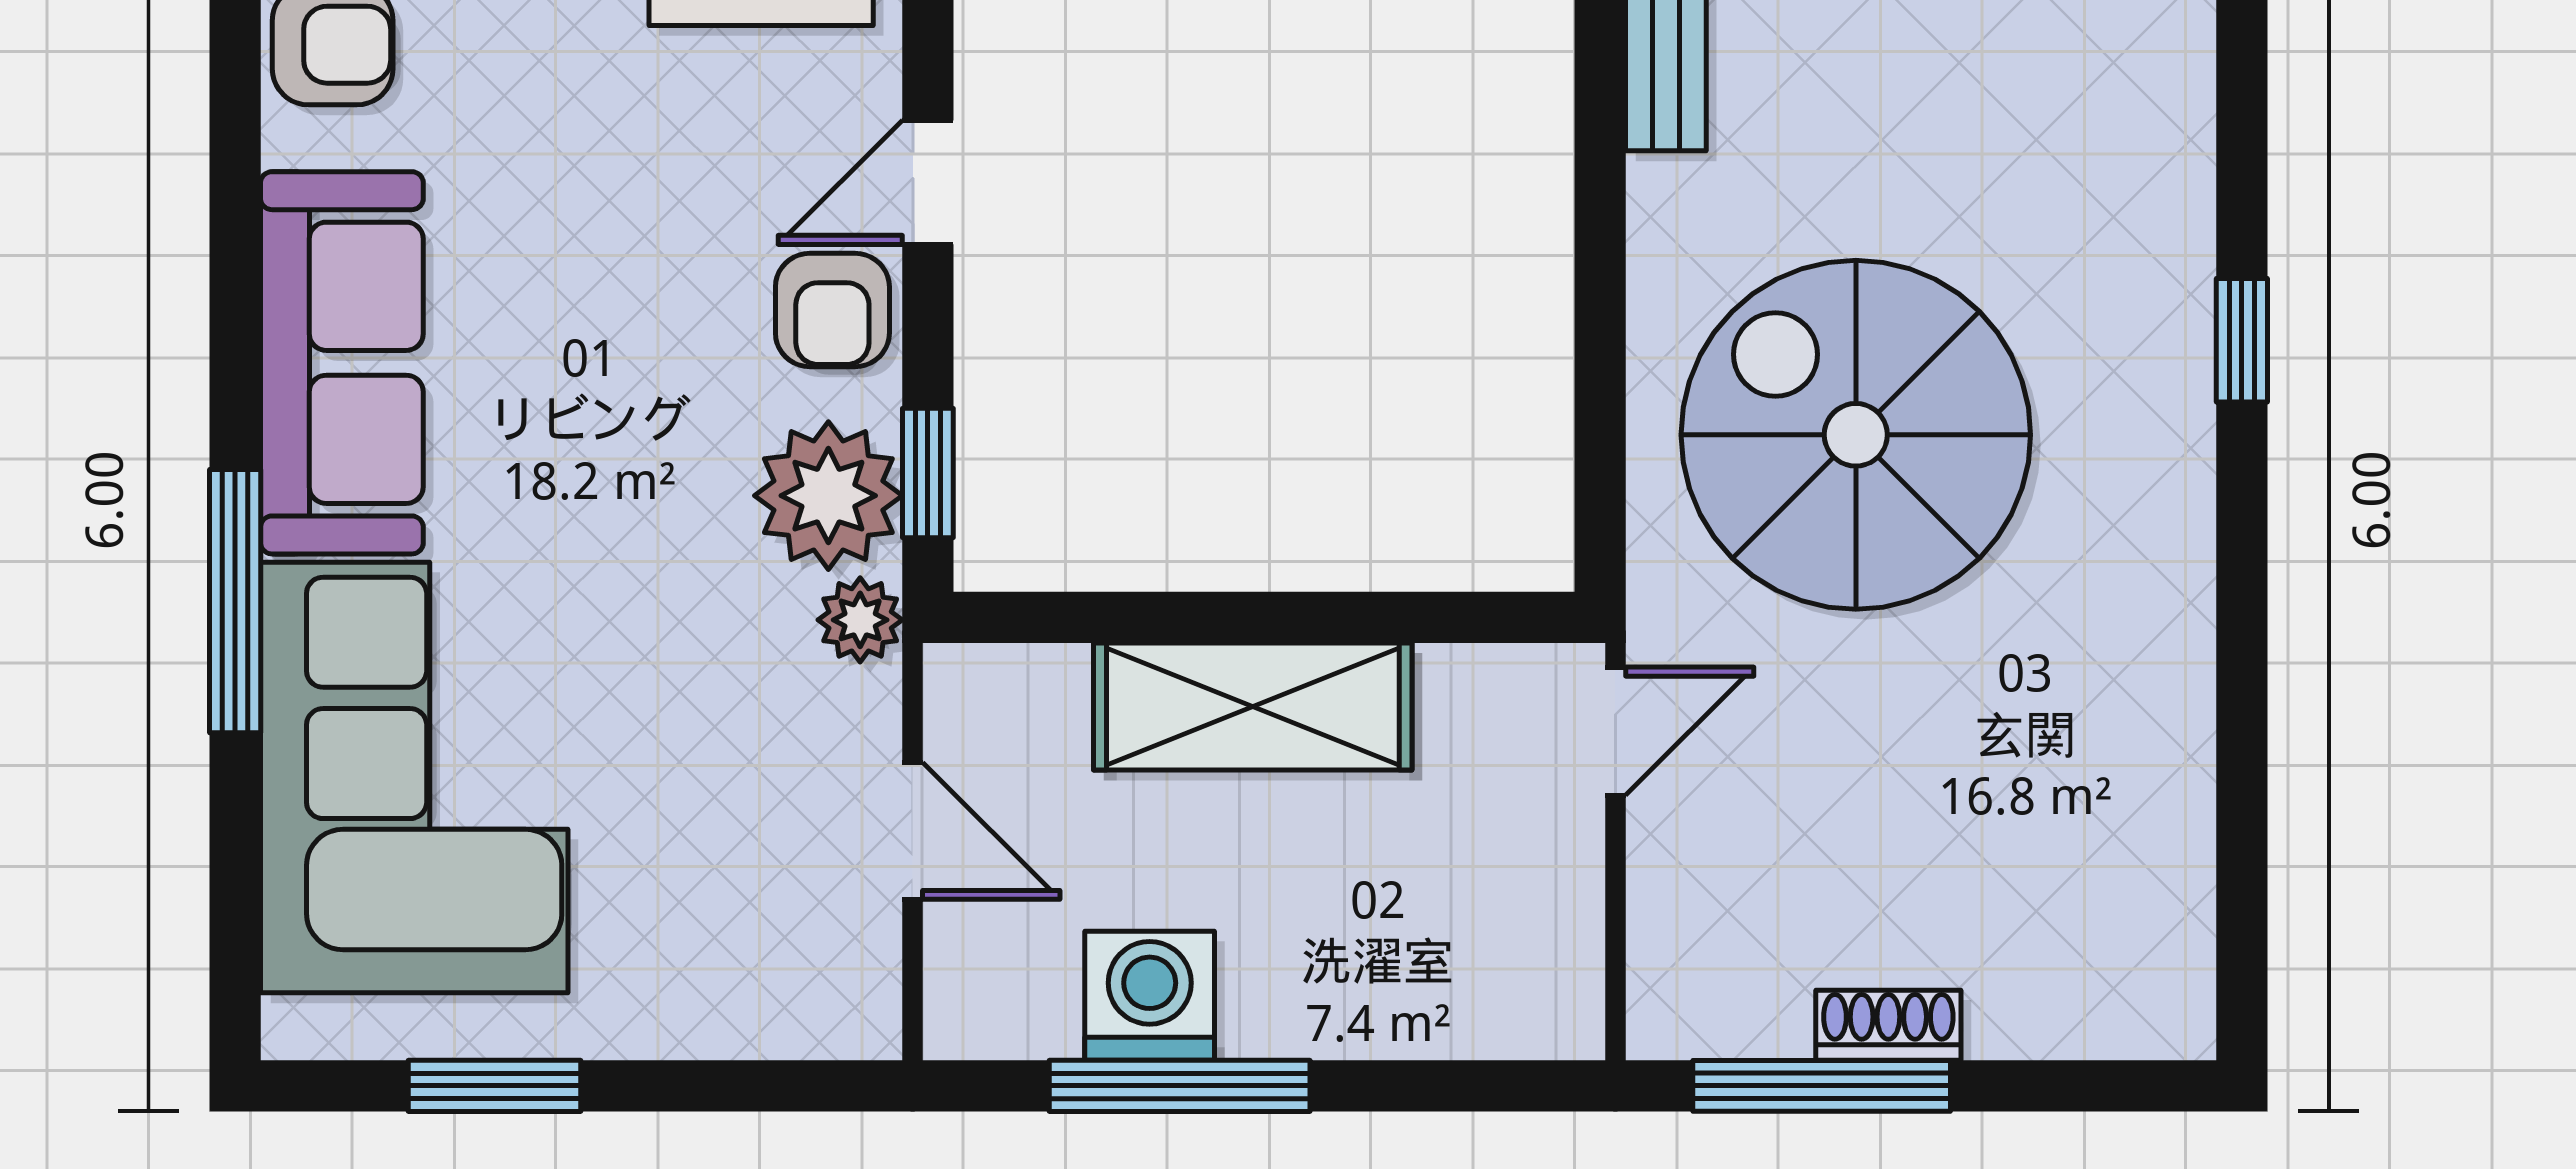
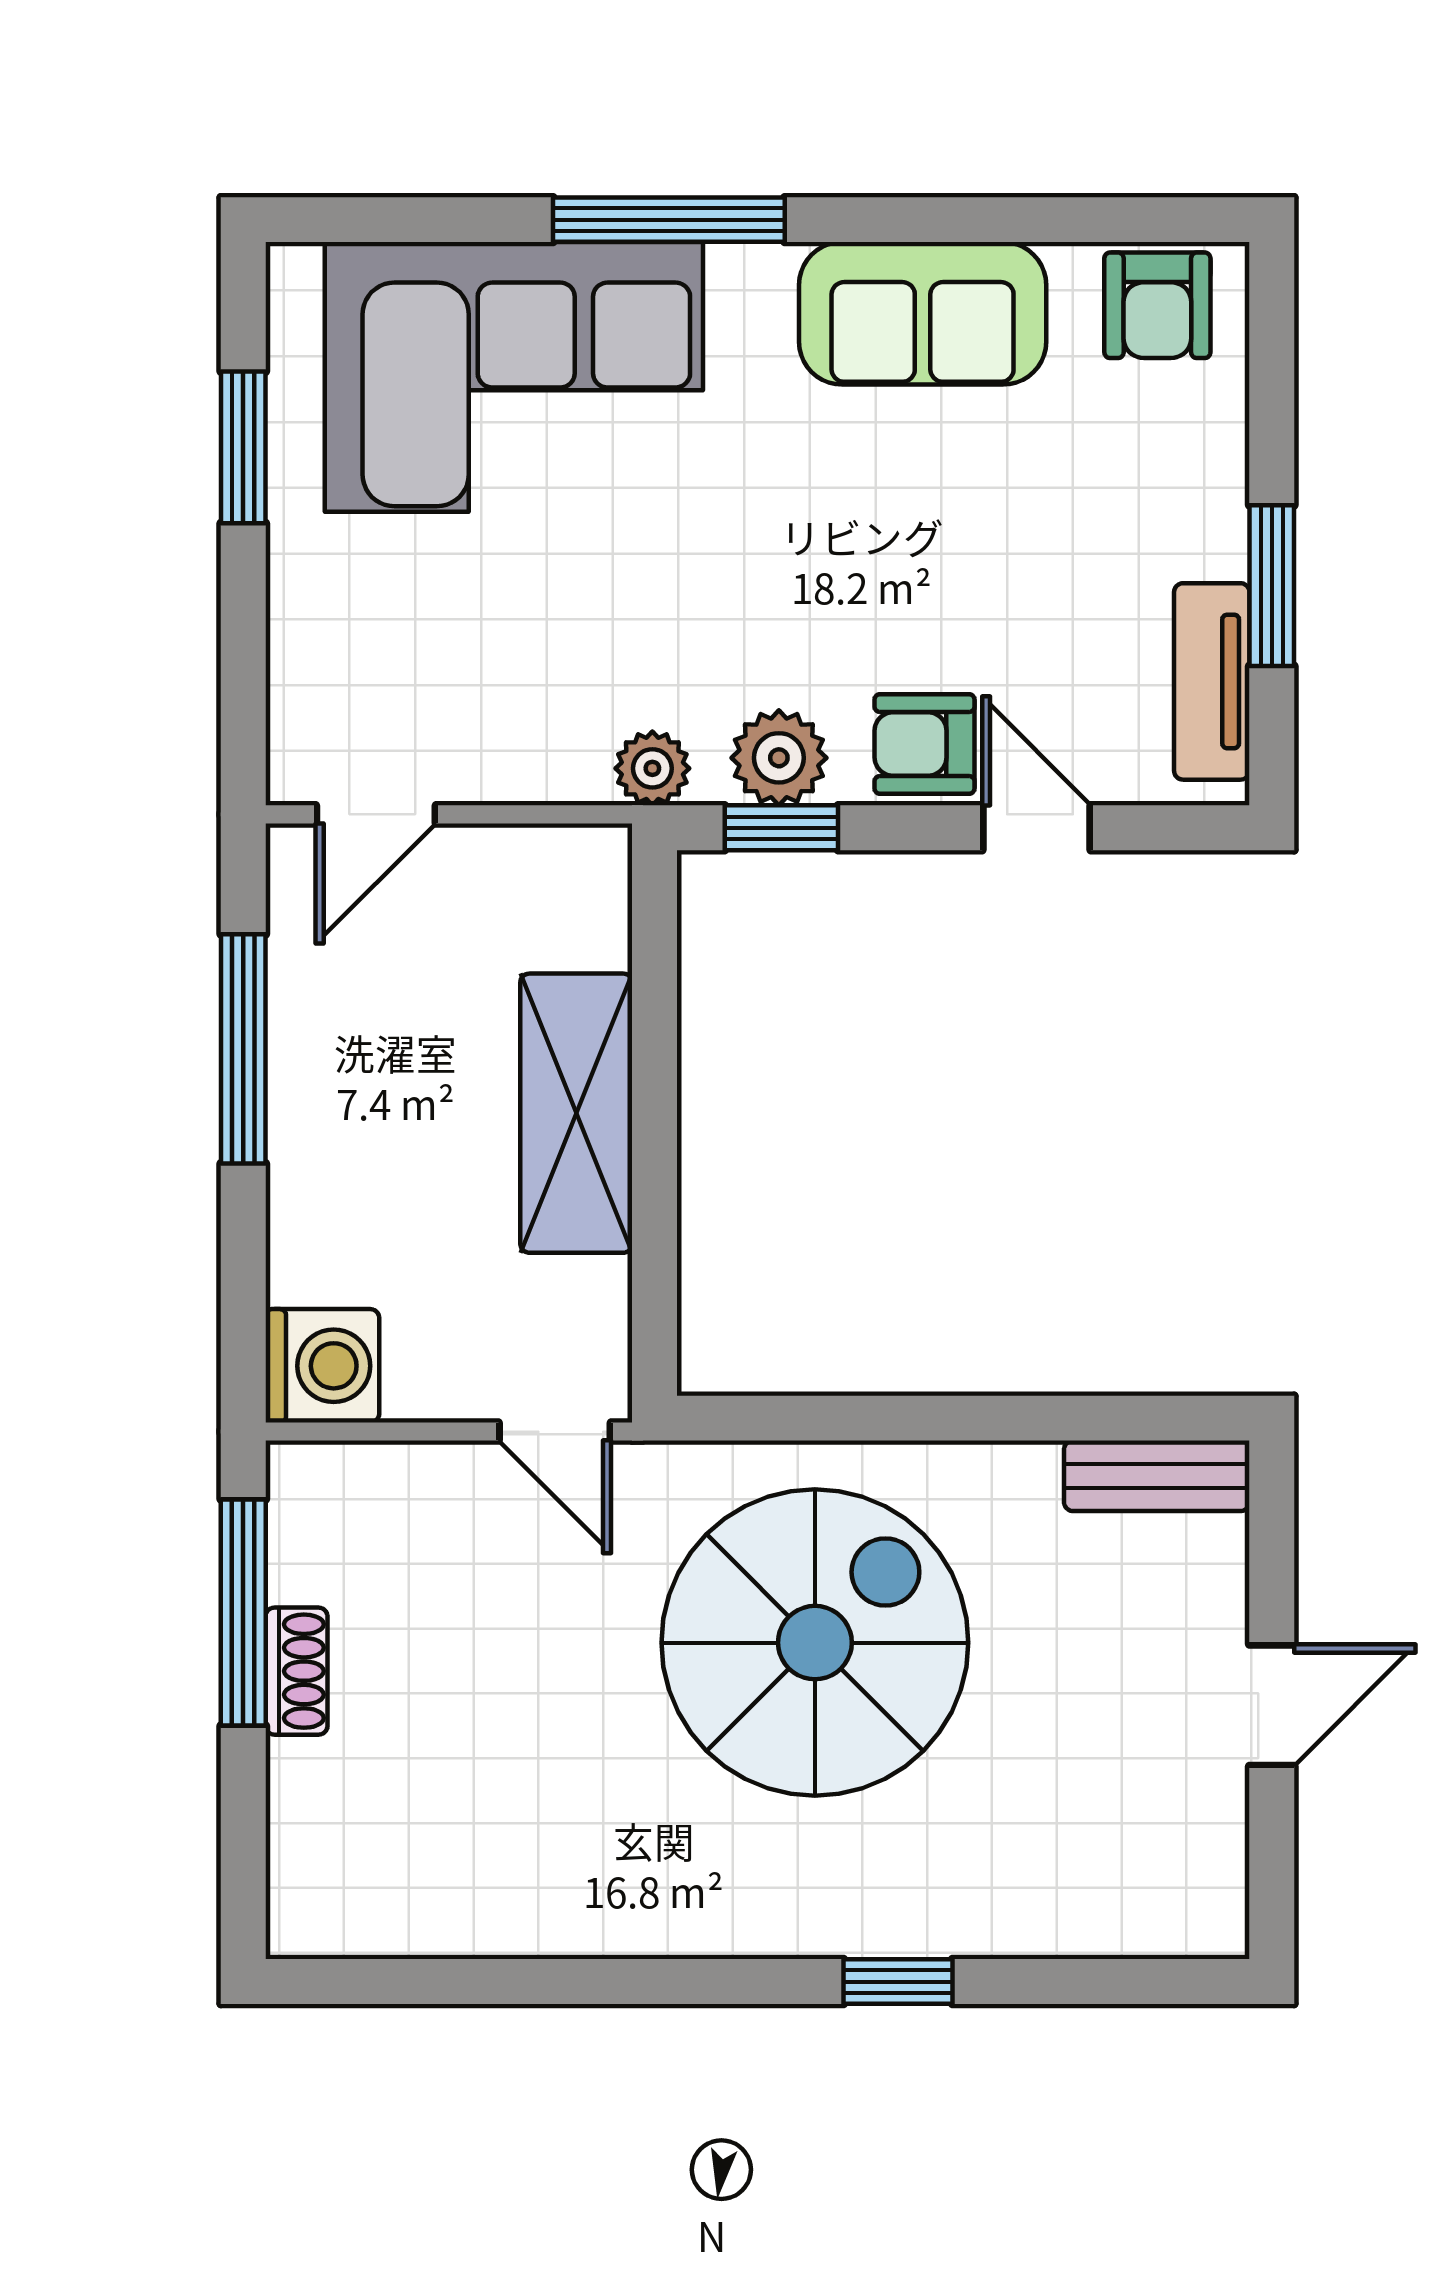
sofa: (342, 363) -> (923, 313), width x0.73
plant: (828, 496) -> (779, 758), width x0.73, depth x0.73
door: (913, 831) -> (376, 814), moved
washing machine: (1150, 996) -> (322, 1366), moved

